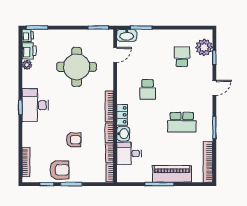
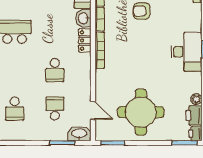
door: (115, 55) -> (93, 111), swing flipped
school desk: (148, 57) -> (55, 109), added
round table: (77, 67) -> (141, 112), moved
school desk: (148, 89) -> (55, 70), turned 180

